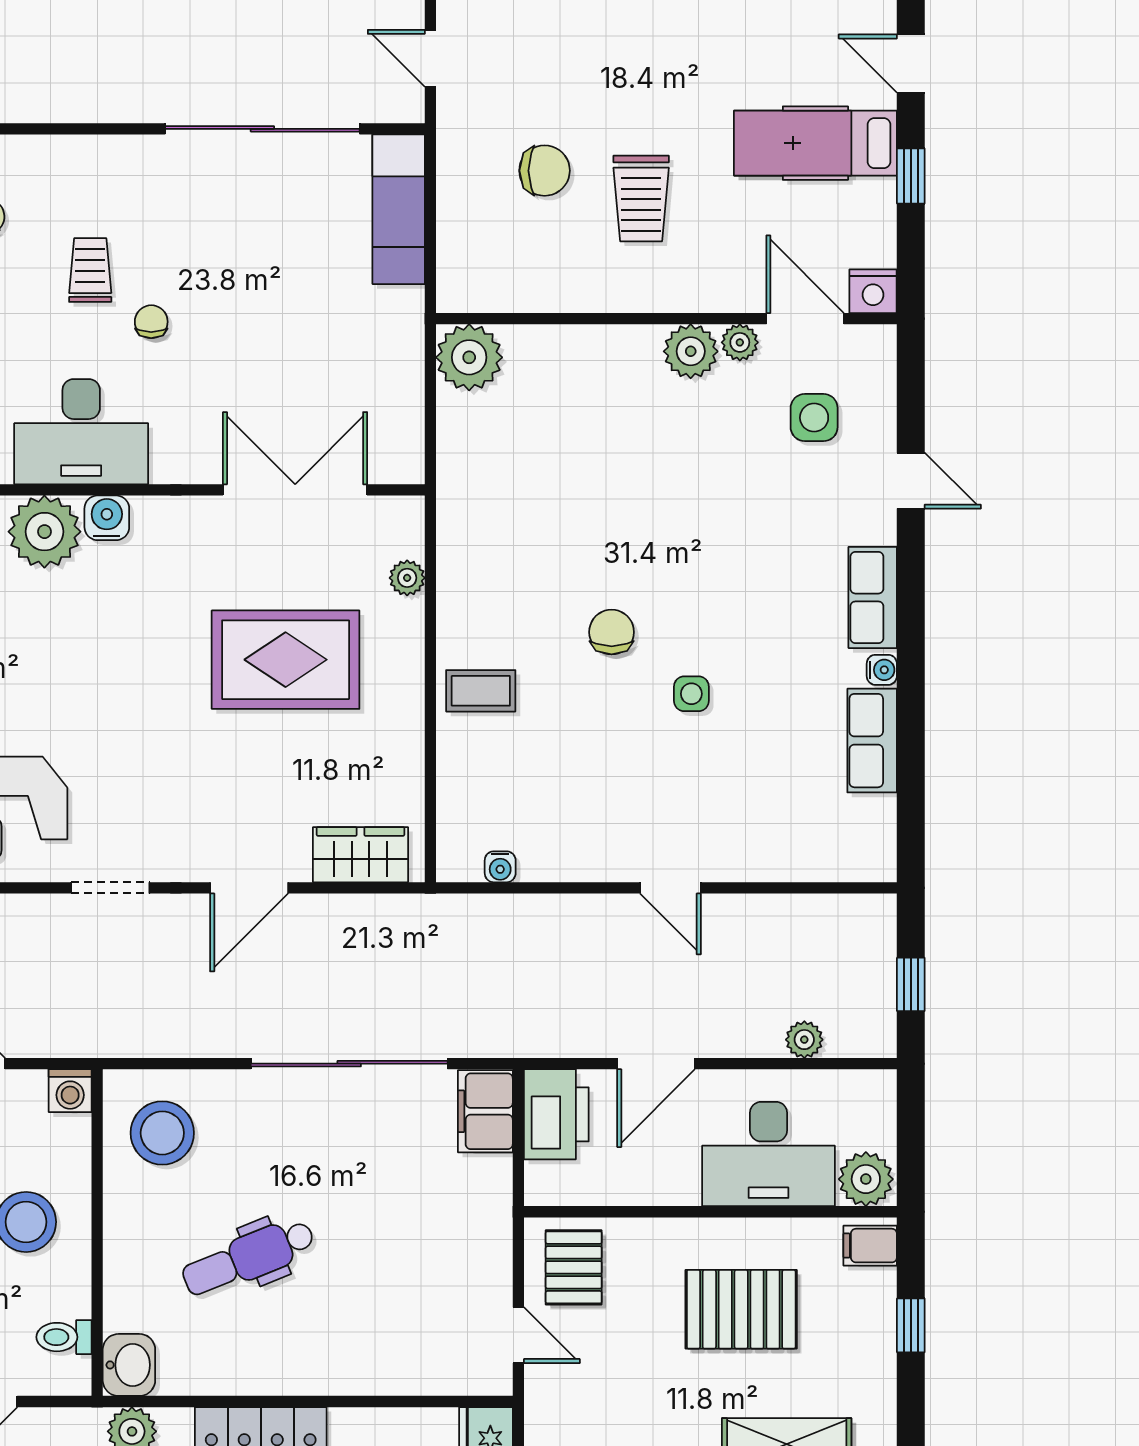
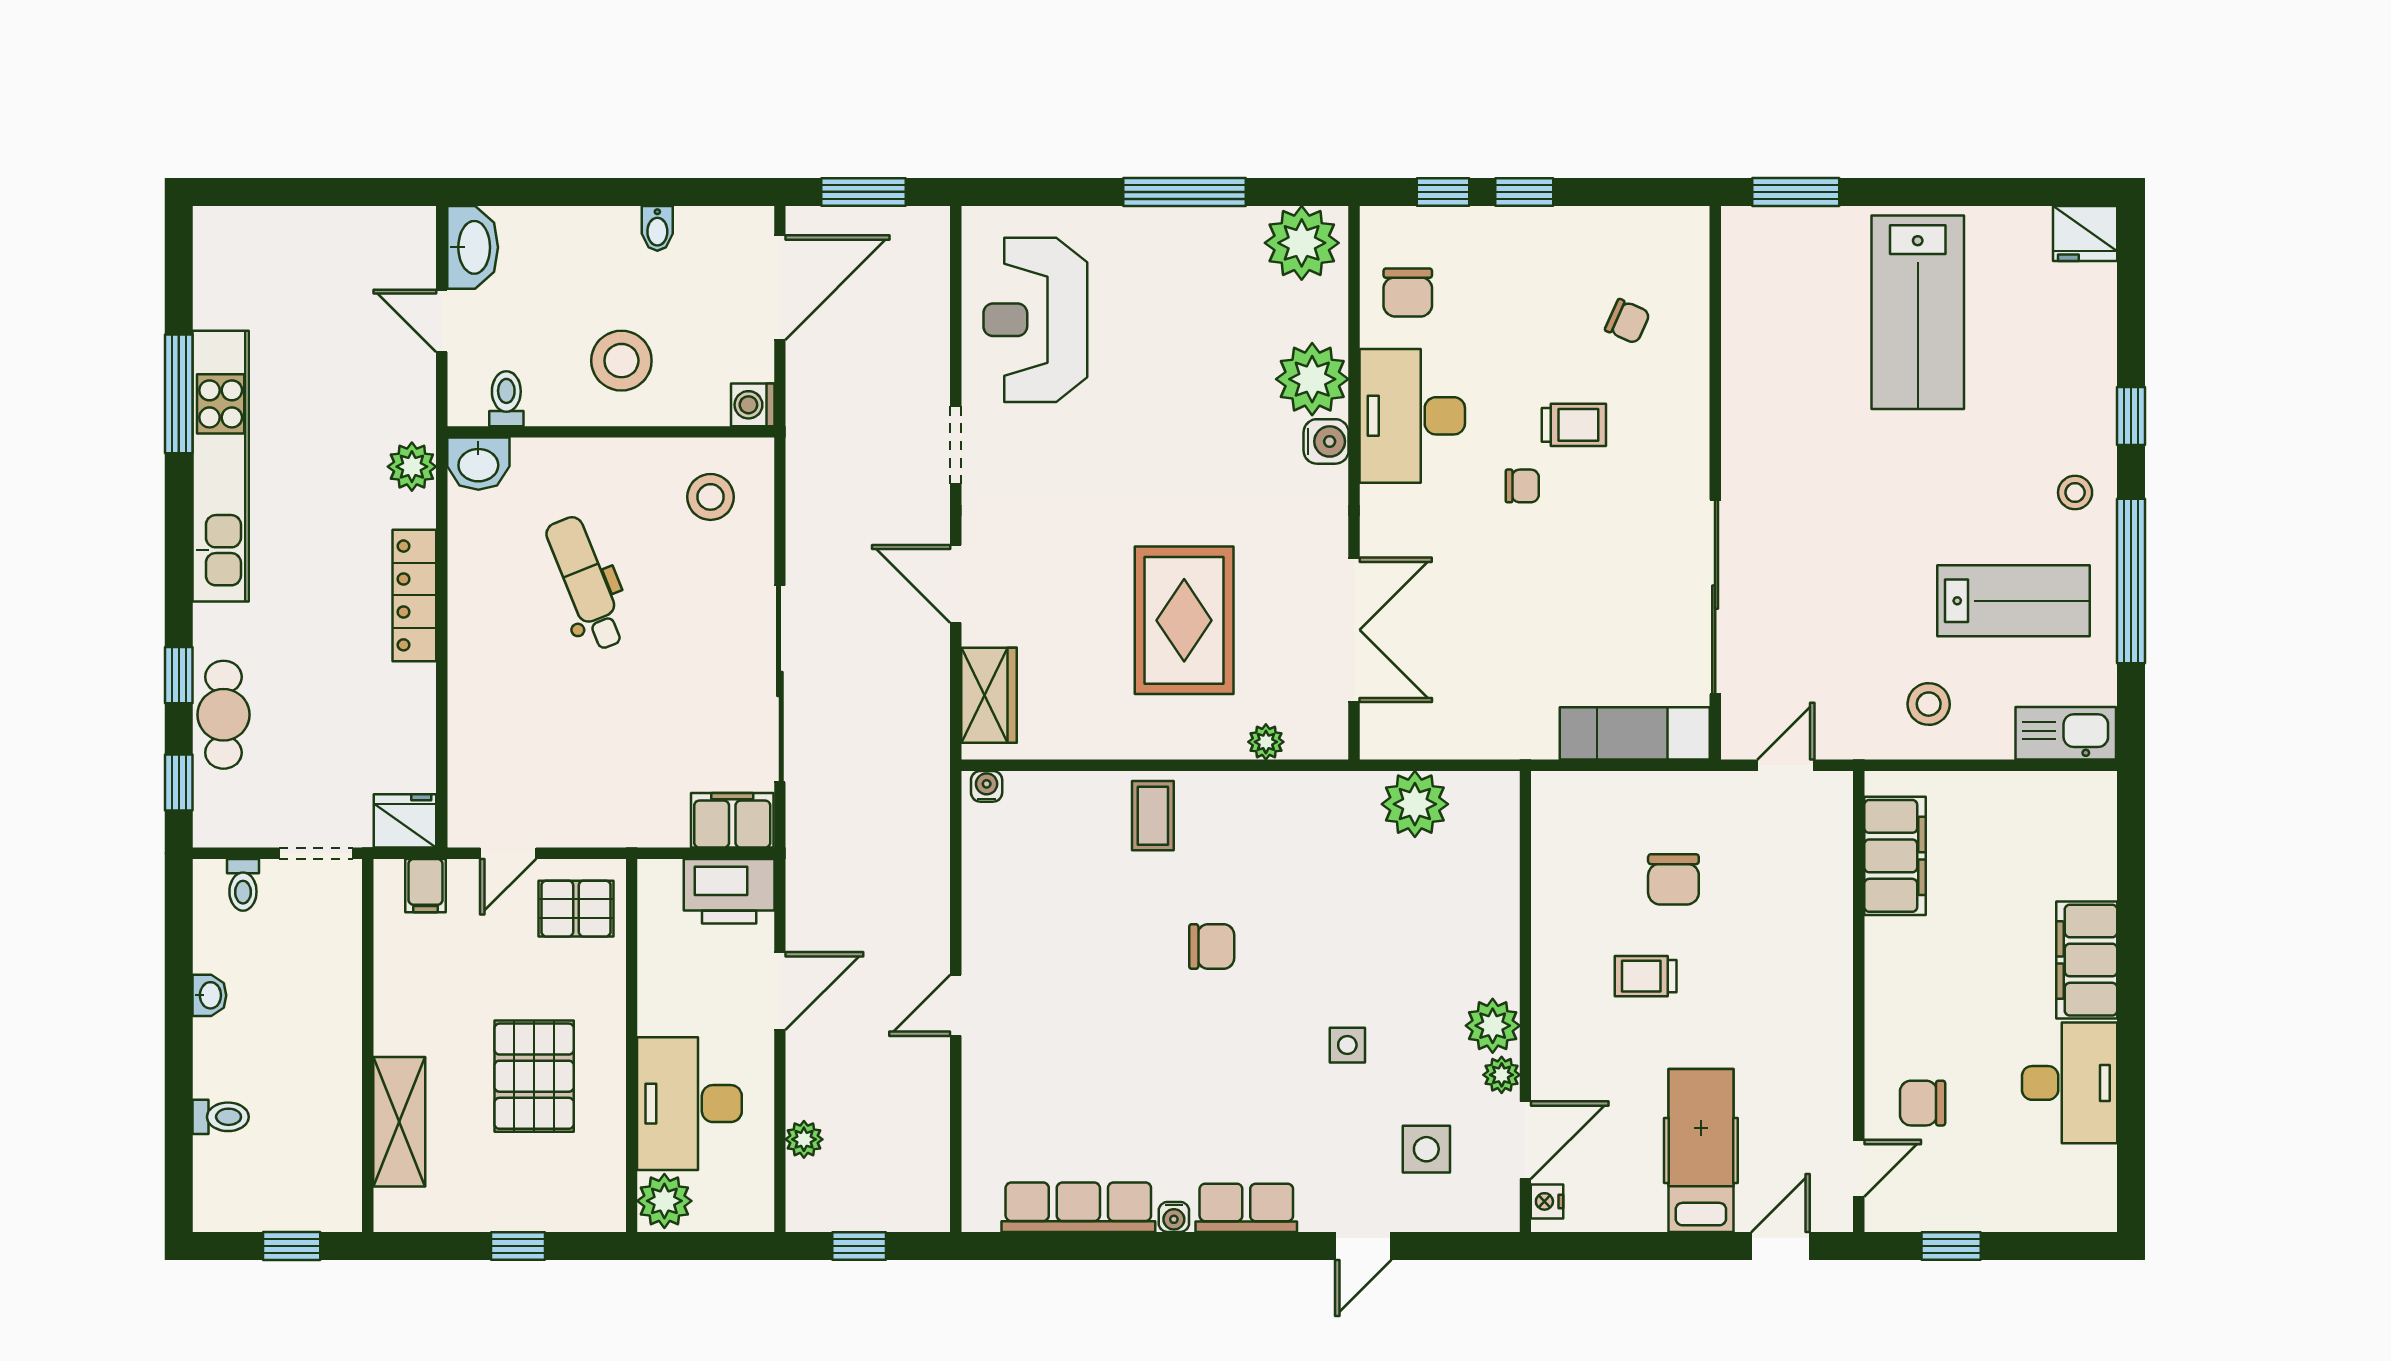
window: (911, 176) -> (1668, 1246), removed
trolley: (641, 198) -> (1646, 976), width x0.73, depth x0.72
nightstand: (873, 291) -> (1547, 1201), width x0.72, depth x0.74
plant: (469, 357) -> (1415, 804), moved
side table: (691, 694) -> (1347, 1045), moved
row of seats: (872, 741) -> (1078, 1207), width x1.48
water cooler: (500, 867) -> (987, 786), moved, turned 90
door: (656, 1064) -> (780, 991), swing flipped
stool: (162, 1133) -> (710, 497), width x0.73, depth x0.73
filing cabinet: (870, 1246) -> (426, 886), moved, turned 180

